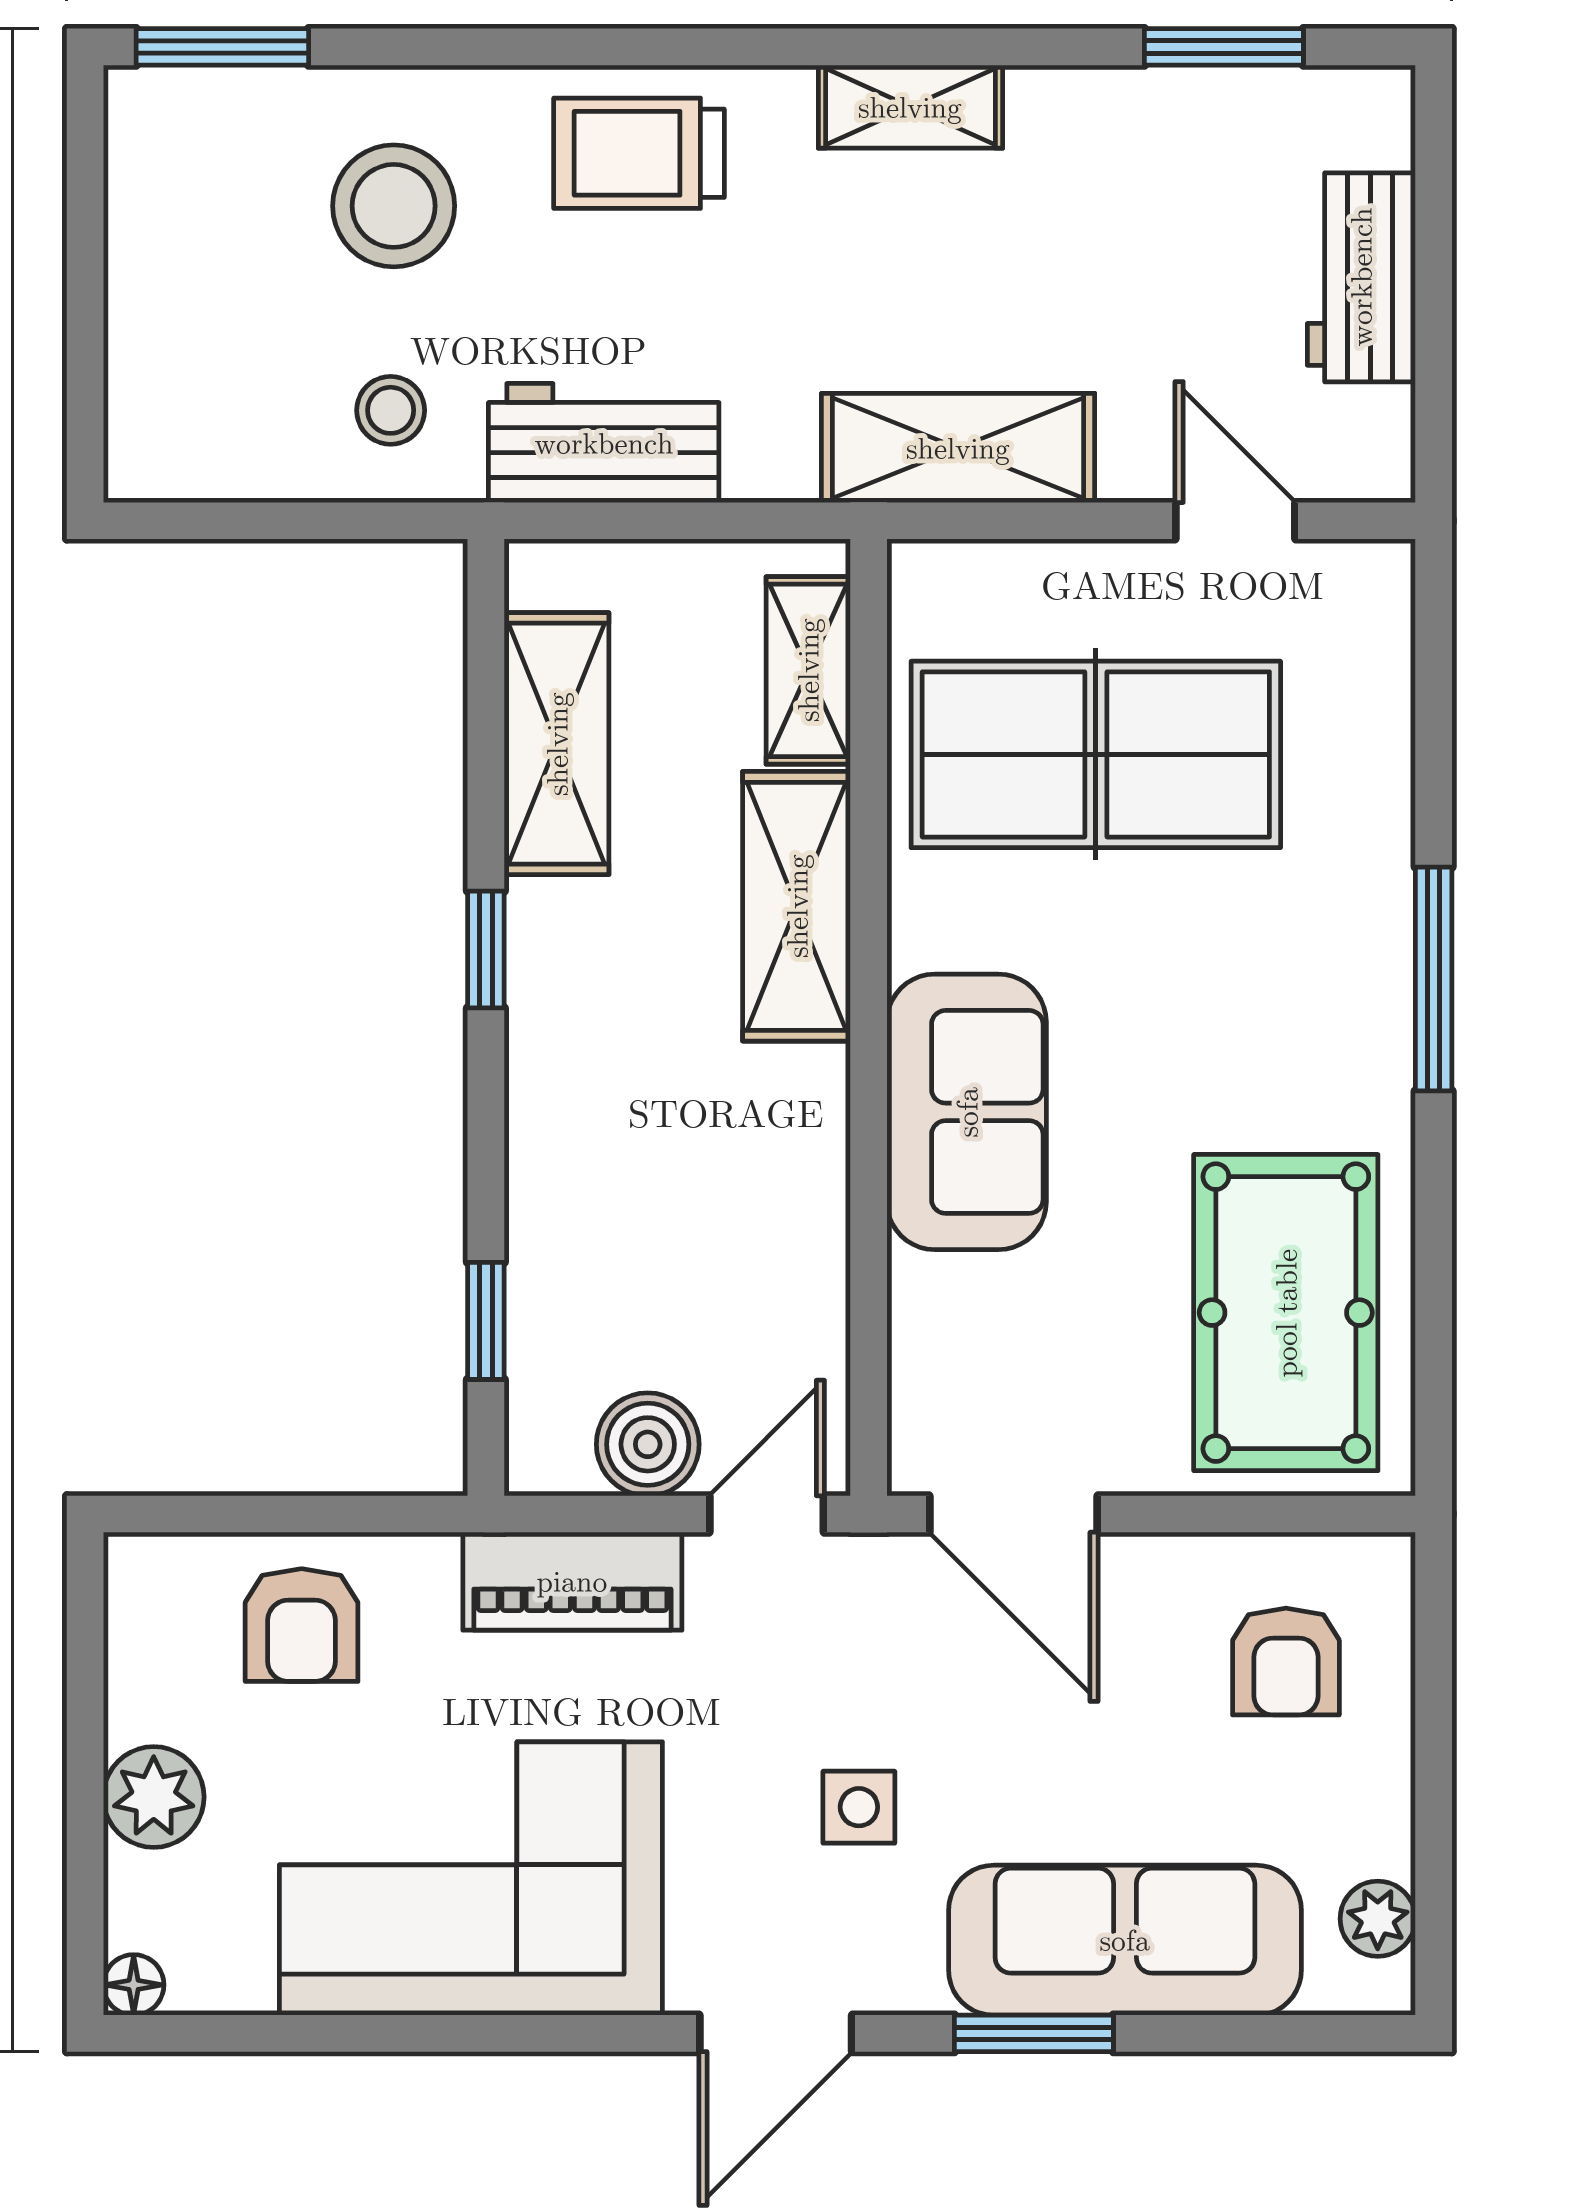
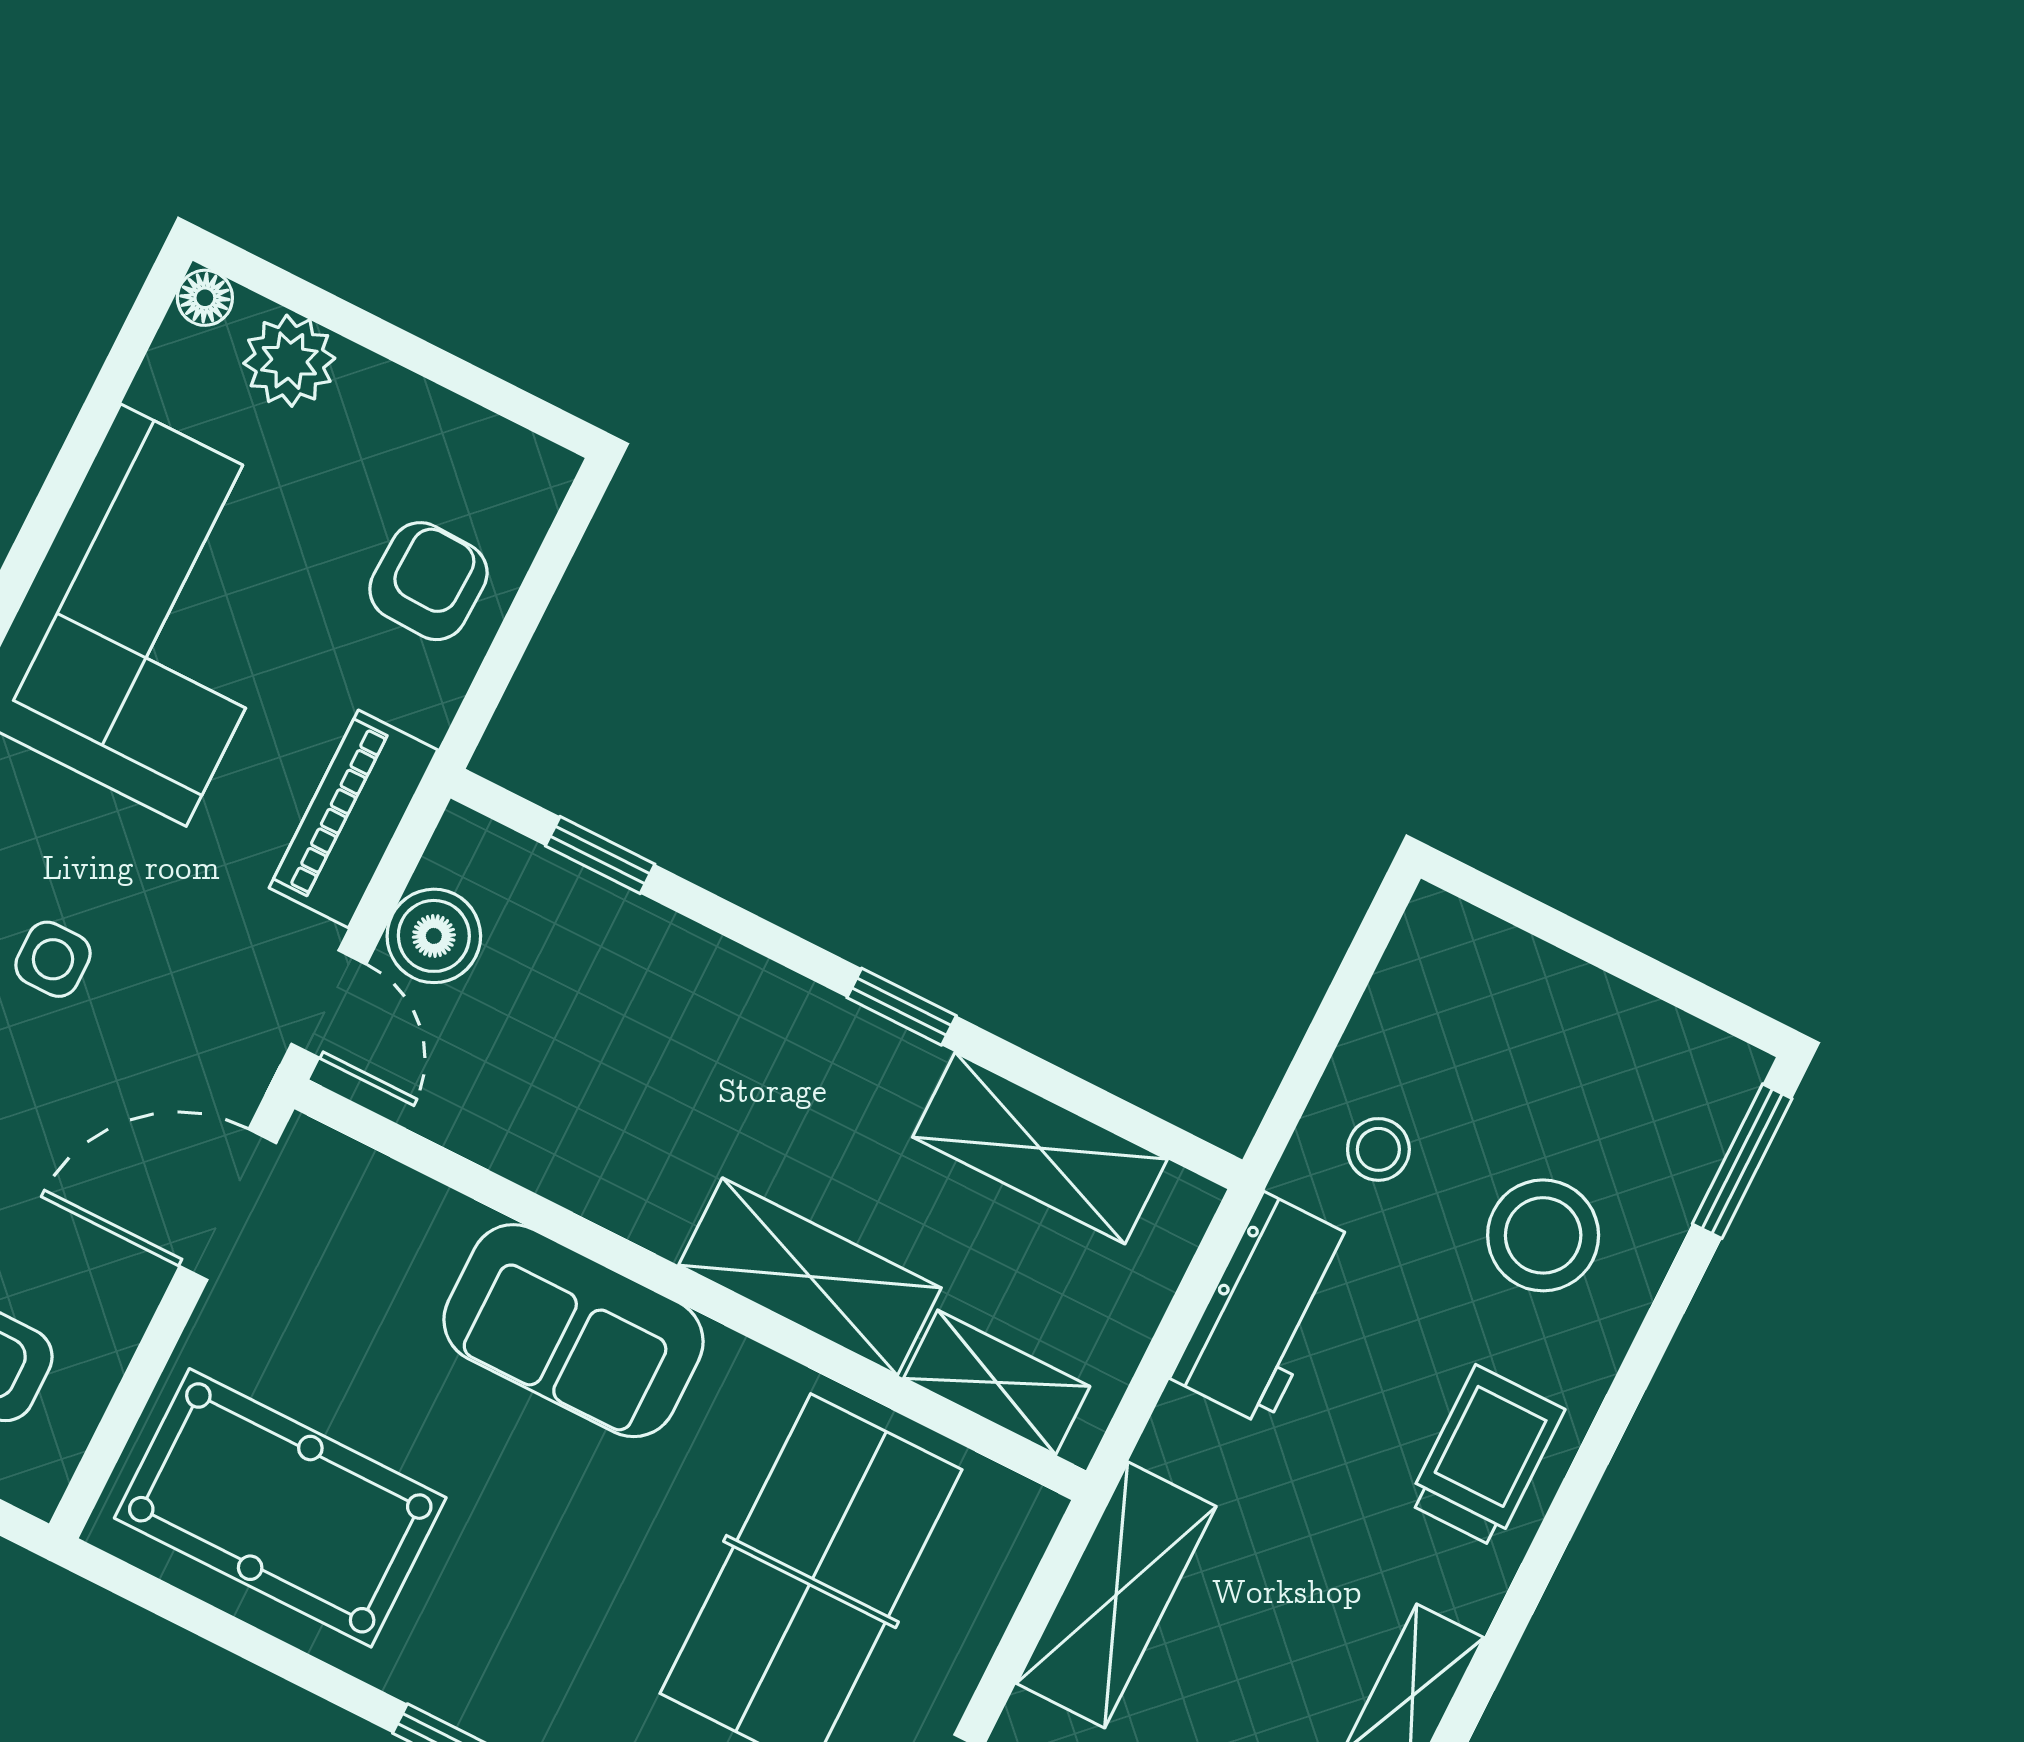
armchair: (302, 1625) -> (428, 581), turned 92
plant: (154, 1797) -> (289, 361), moved

